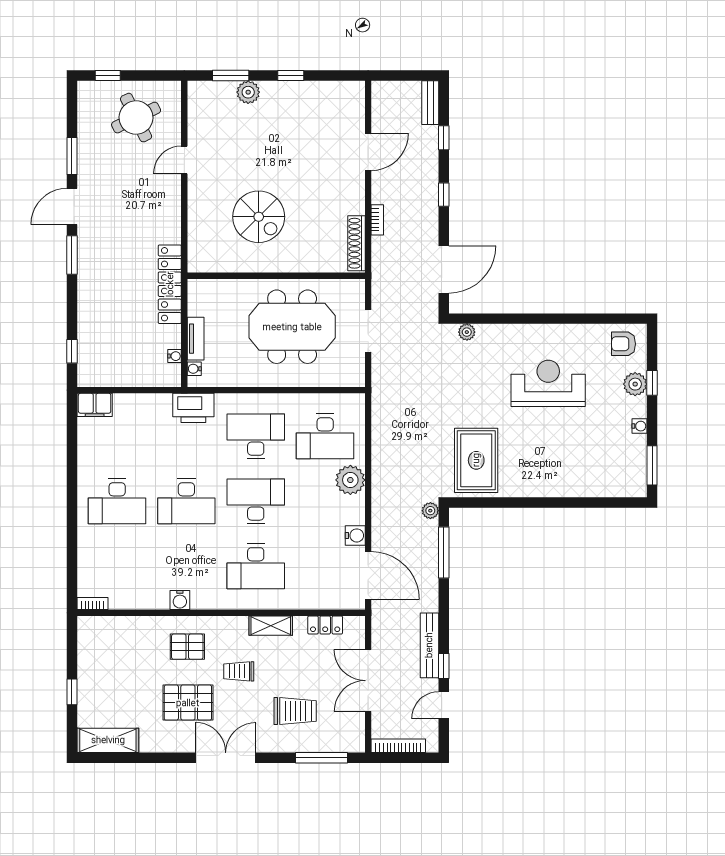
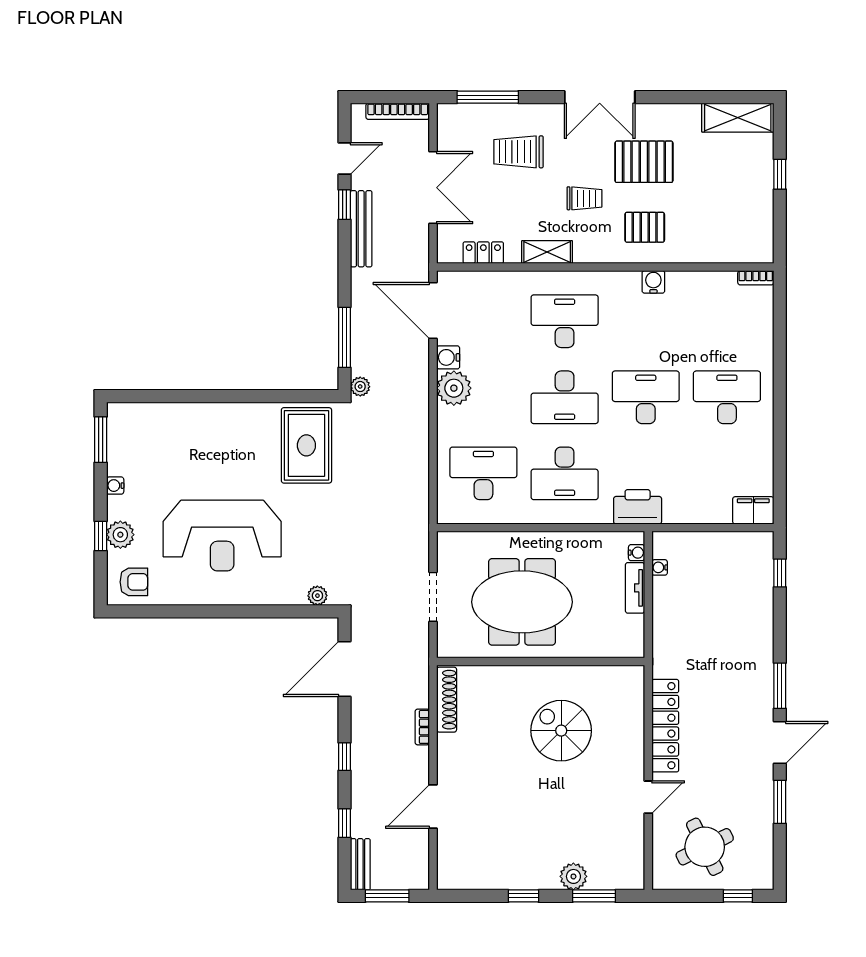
window: (407, 76) -> (387, 896), added
locker: (170, 284) -> (665, 726), moved
reception desk: (548, 383) -> (222, 536), width x1.36, depth x1.30
plant: (350, 480) -> (454, 388), moved

